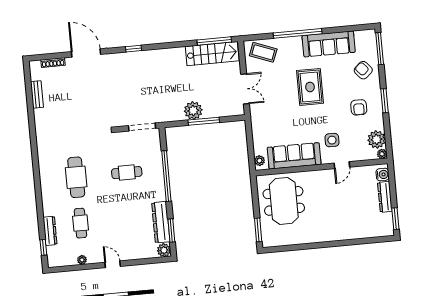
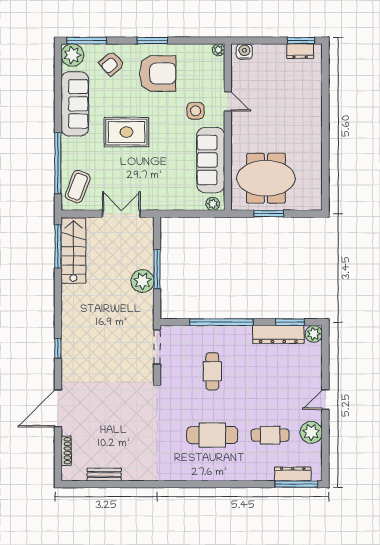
window: (298, 33) -> (58, 163), moved
armchair: (359, 107) -> (158, 74), width x1.88, depth x1.88
plant: (377, 139) -> (72, 55), moved
dresser: (385, 197) -> (300, 51), moved, width x0.70
window: (258, 230) -> (269, 214), moved
dresser: (50, 231) -> (293, 474), moved
window: (43, 247) -> (296, 484), width x2.17
plant: (82, 260) -> (311, 432), width x1.87, depth x1.87

